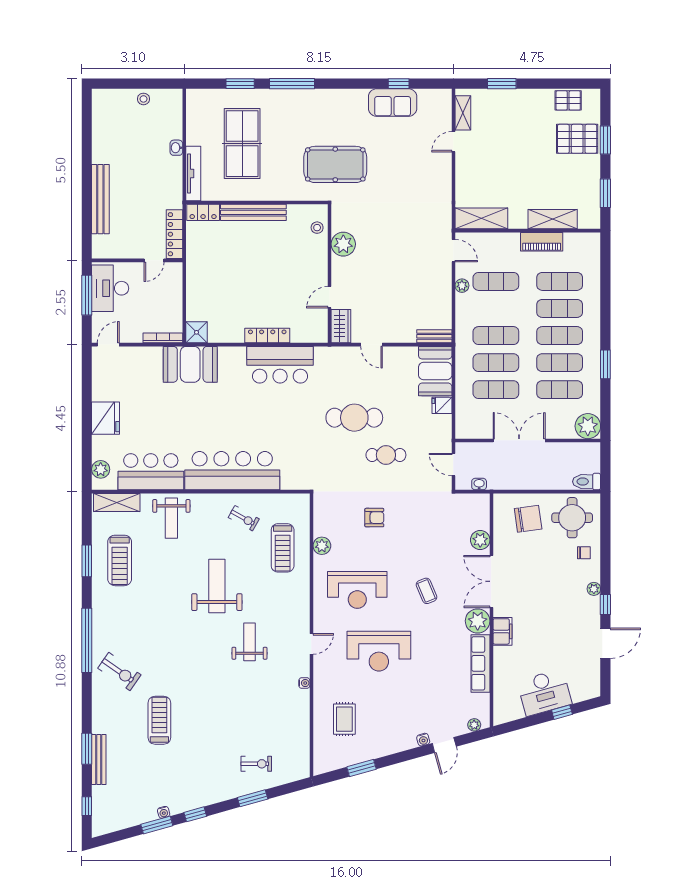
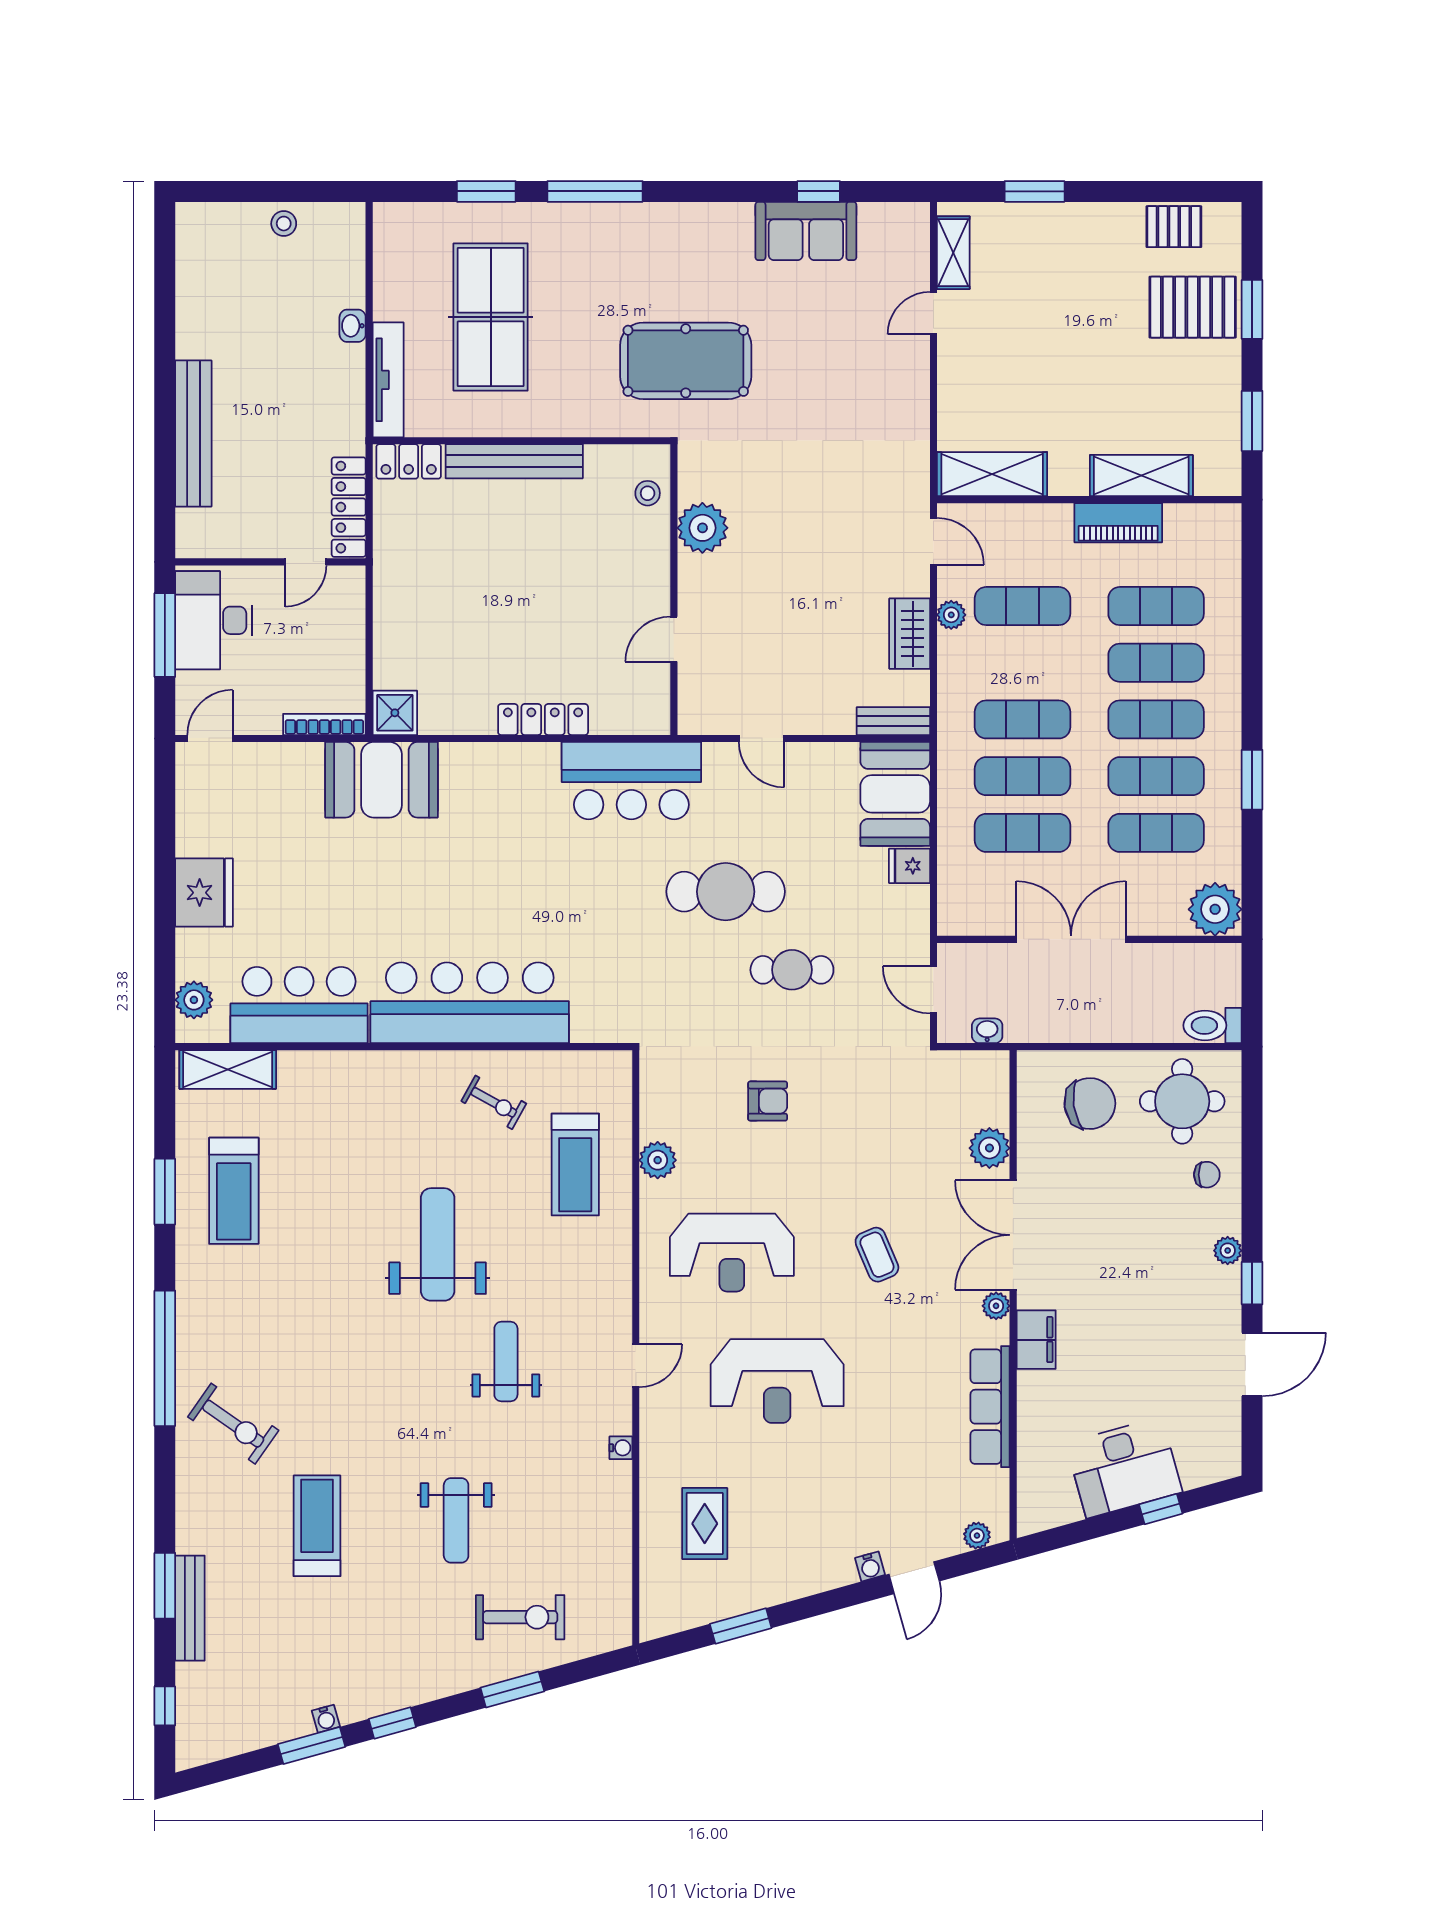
wardrobe: (341, 326) -> (910, 634), moved, turned 180
bar counter: (280, 365) -> (631, 781), moved
weight bench: (171, 518) -> (456, 1520), moved
plant: (478, 621) -> (996, 1306), width x0.53, depth x0.53
exercise bike: (256, 764) -> (520, 1617), width x1.38, depth x1.39

